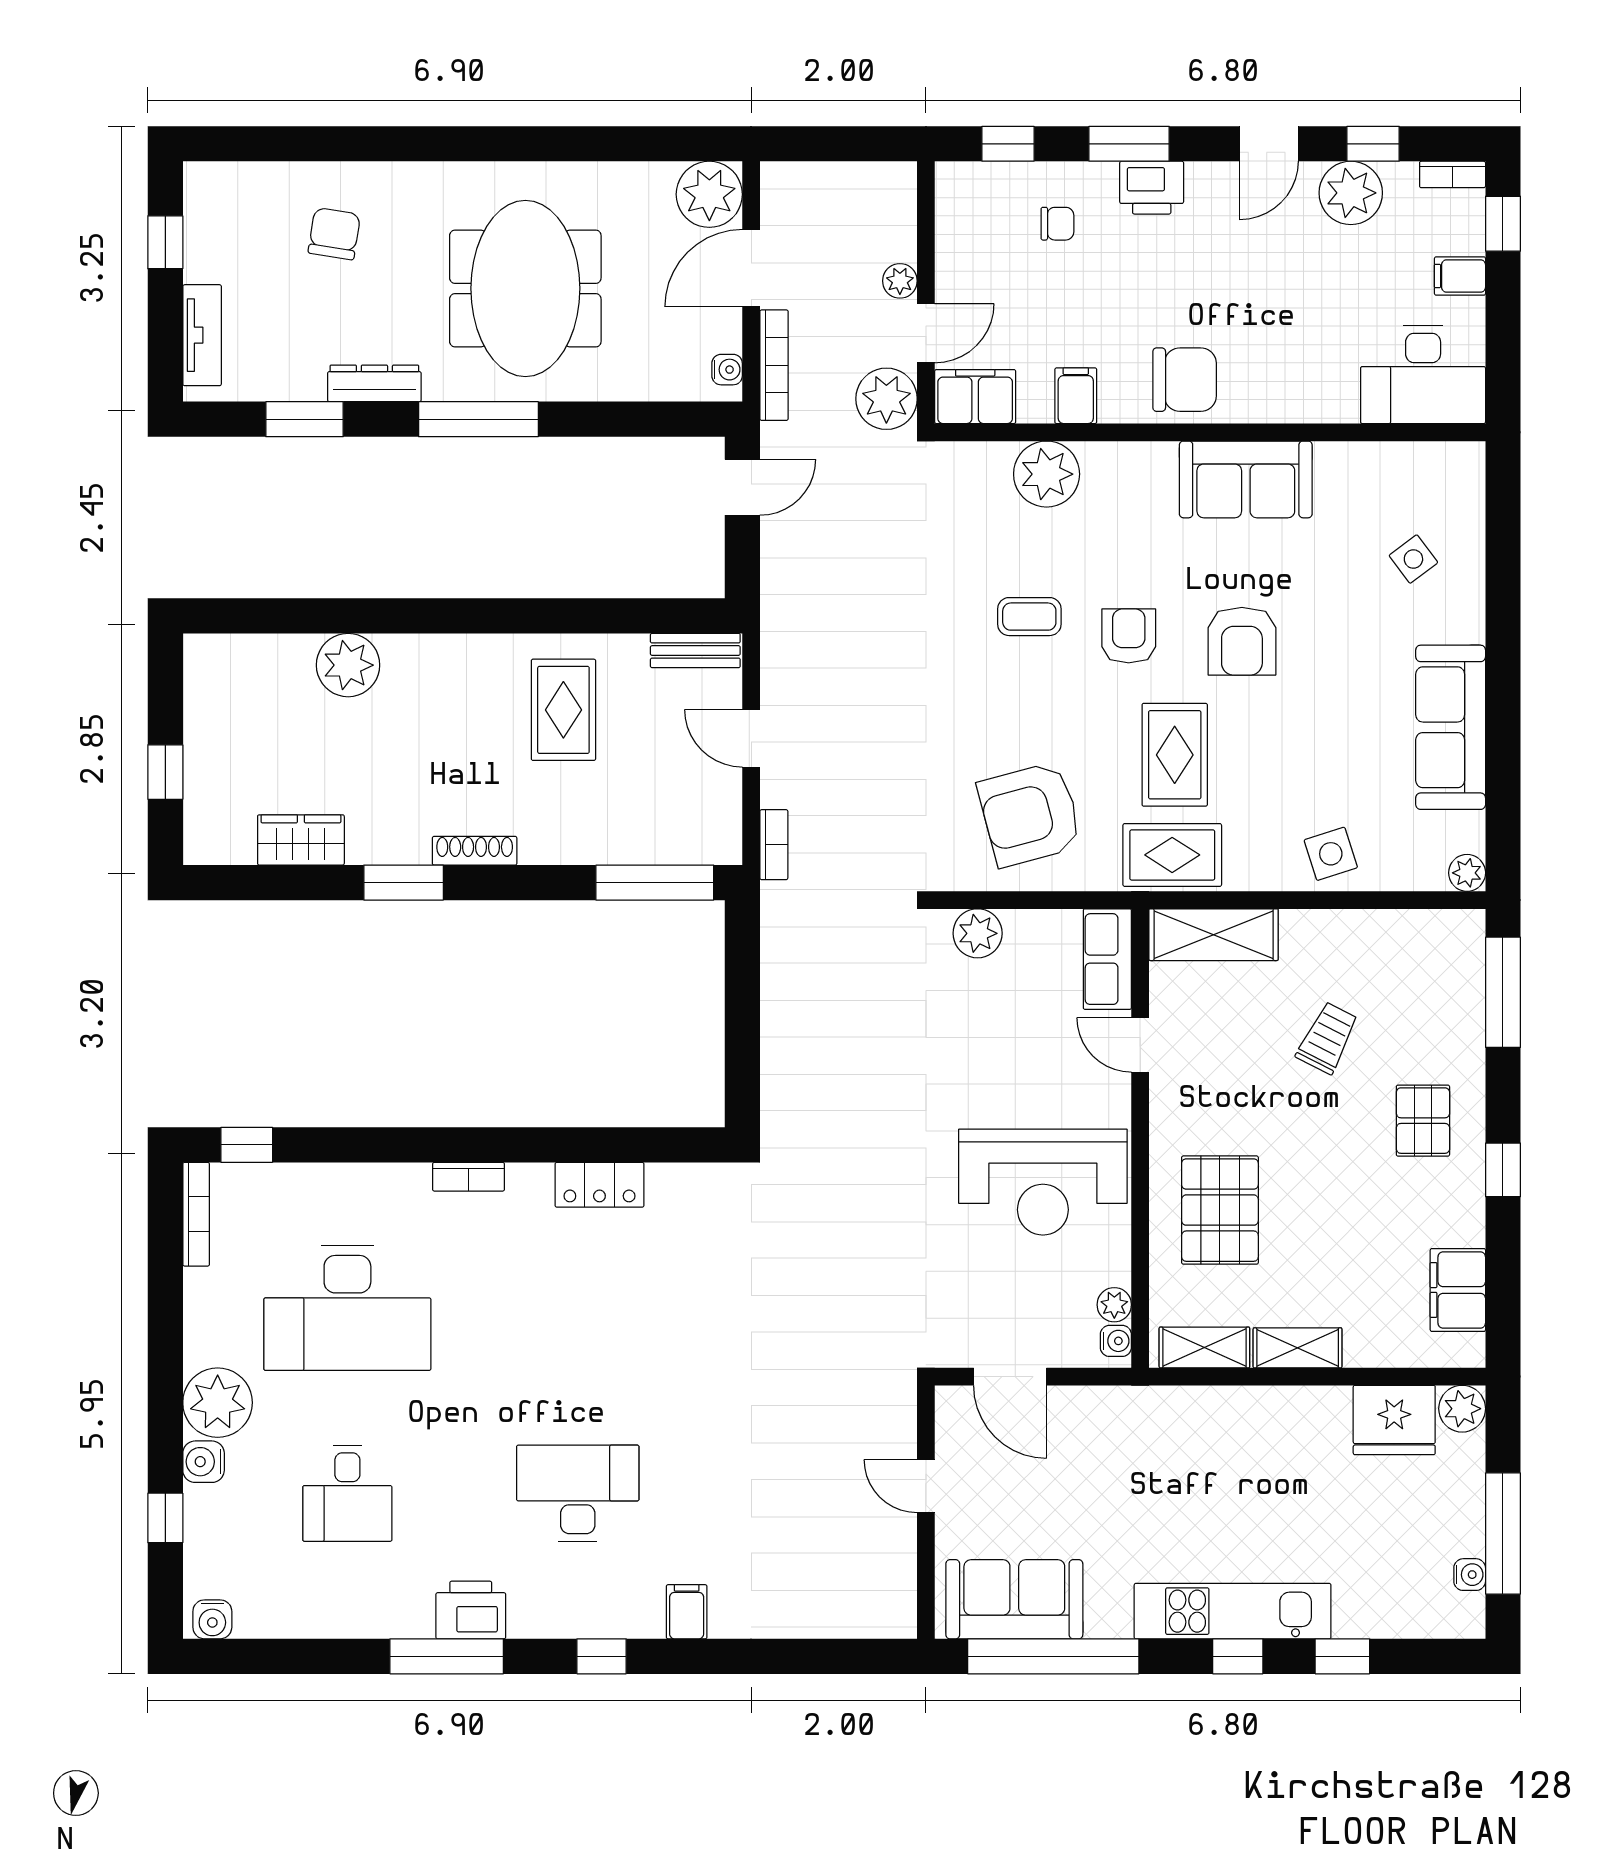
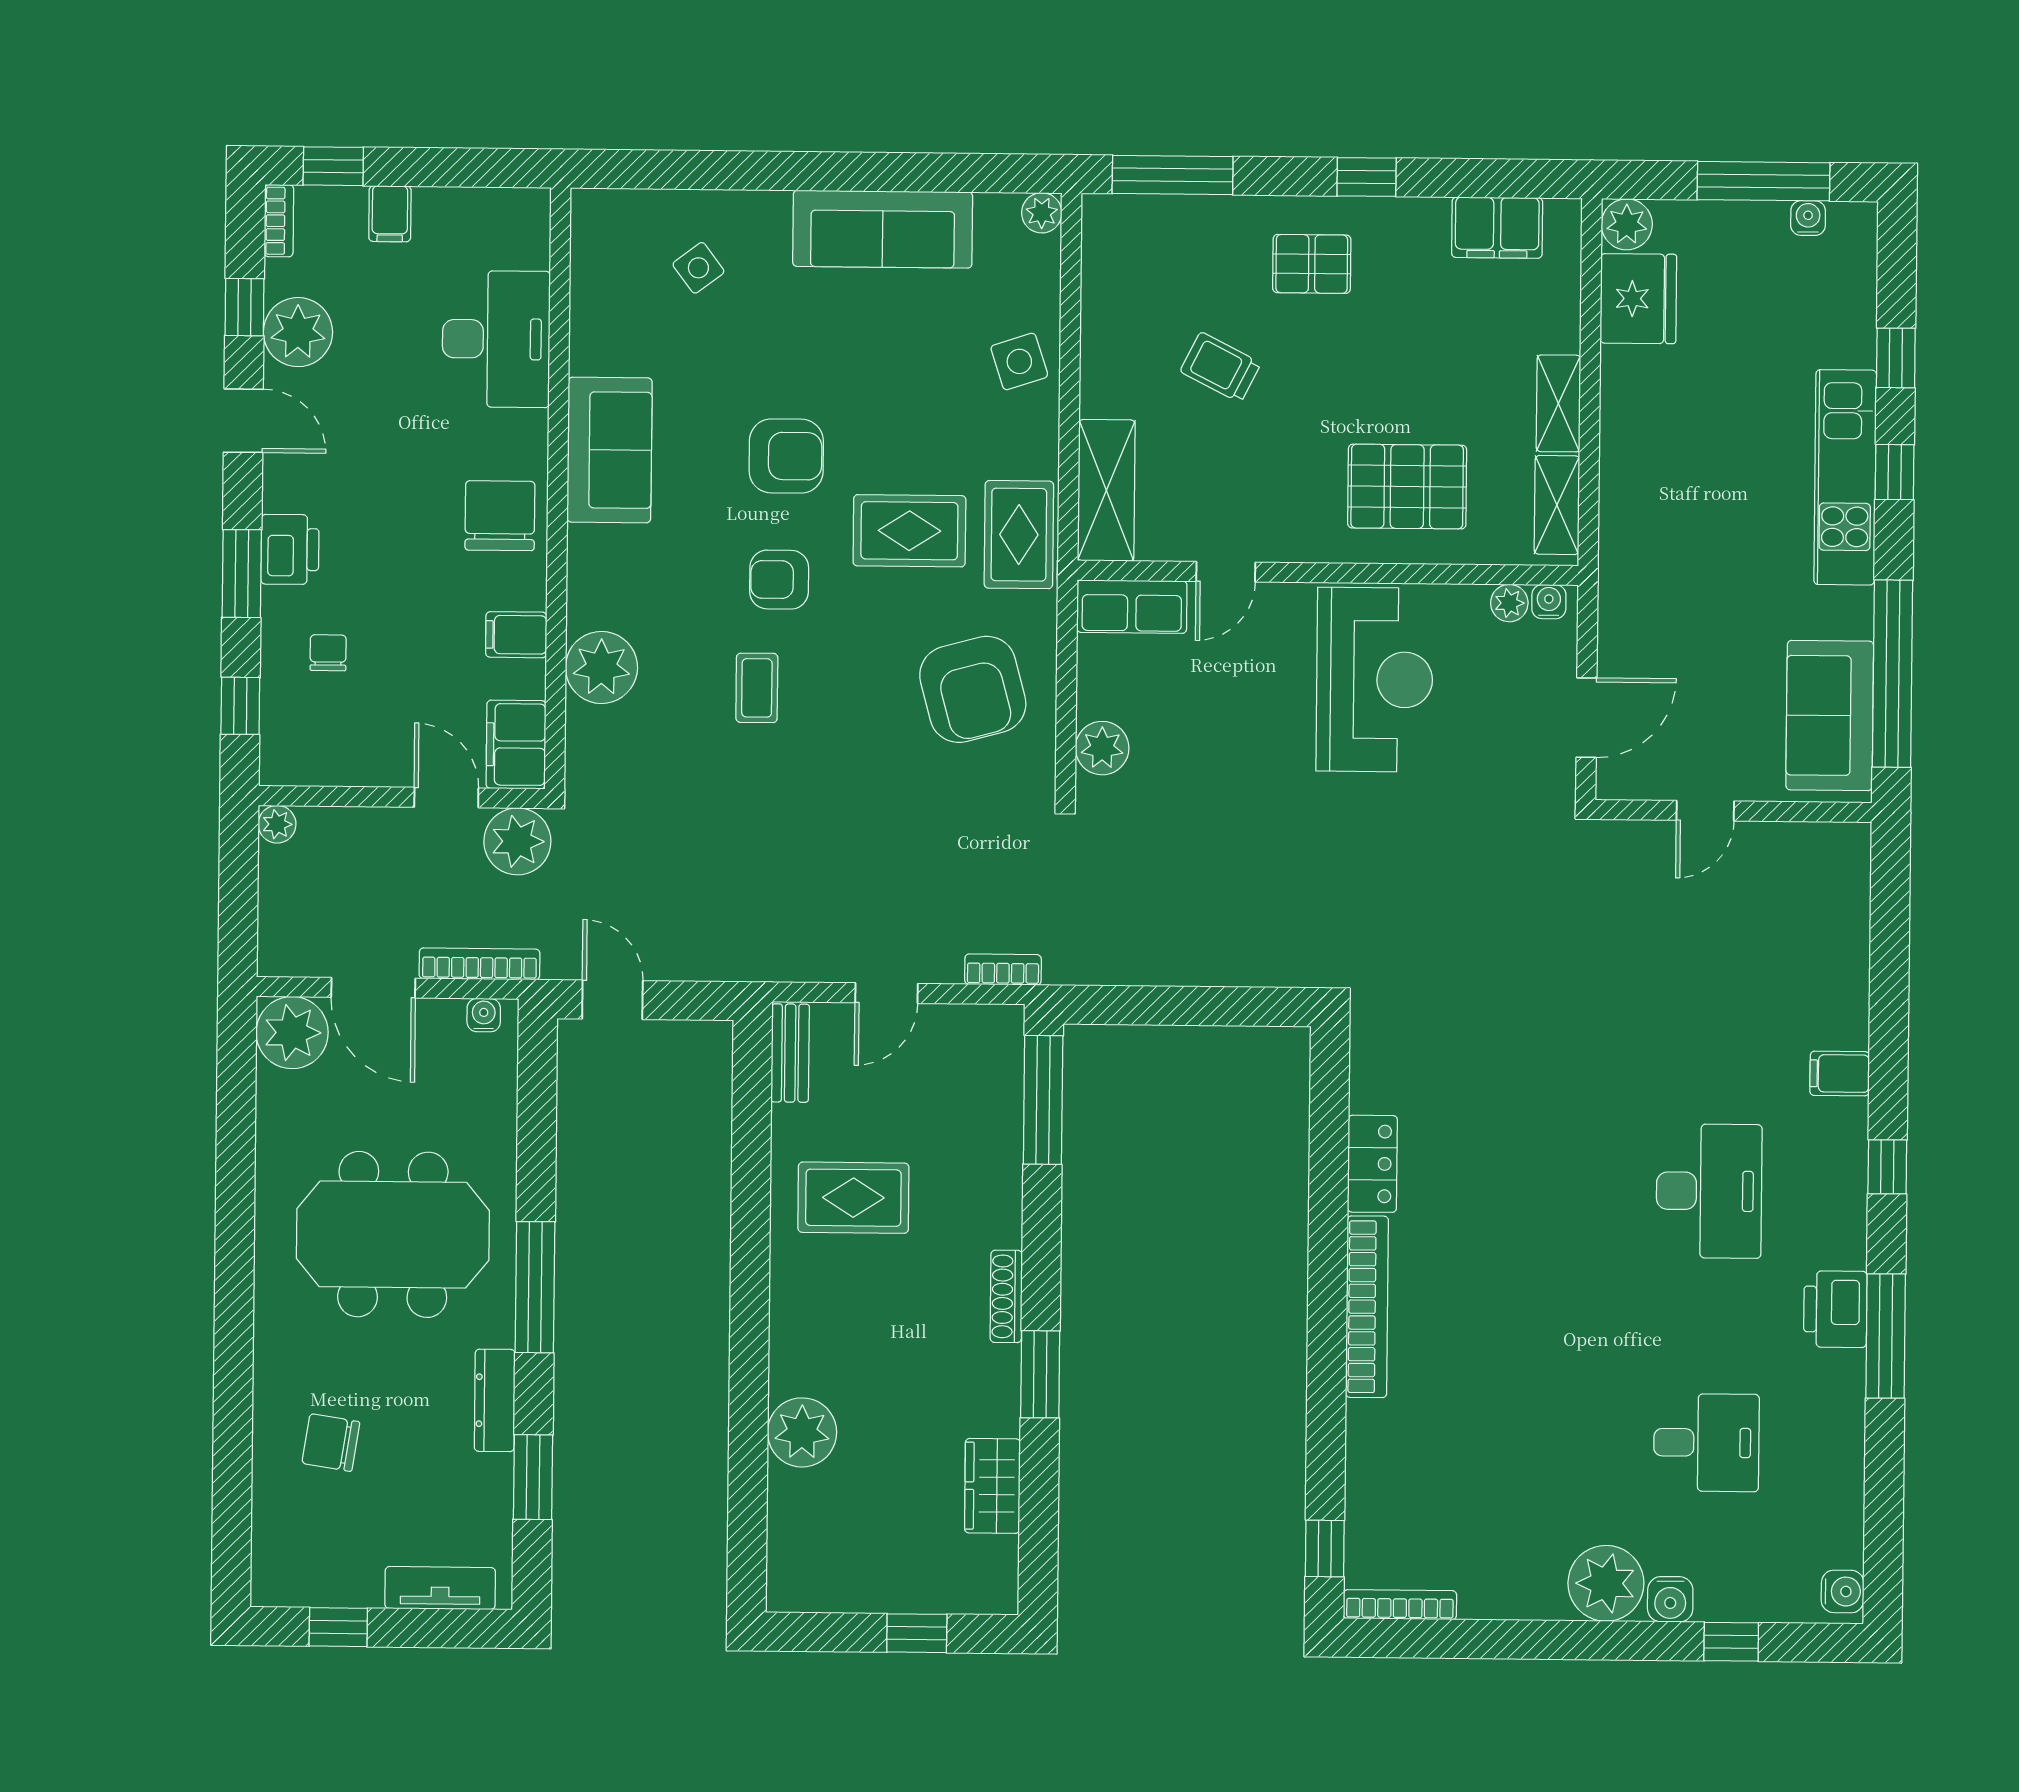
plant: (900, 281) -> (277, 824), moved
desk: (1423, 374) -> (496, 339), moved
bookcase: (469, 1177) -> (1367, 1307), width x2.31, depth x1.31
desk: (347, 1308) -> (1504, 1440), removed
desk: (578, 1493) -> (1709, 1191), turned 180

